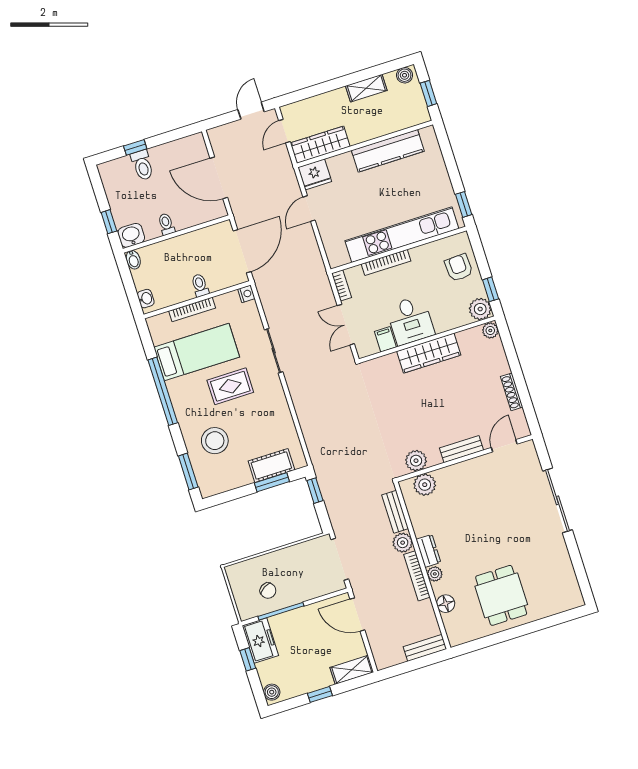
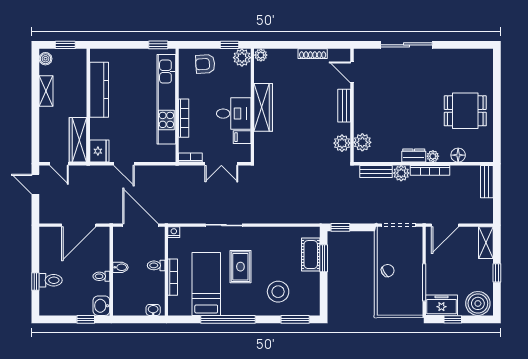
bidet: (133, 260) -> (120, 267), moved
chair: (268, 591) -> (388, 271), moved
boiler: (272, 692) -> (478, 303), width x1.86, depth x1.86

